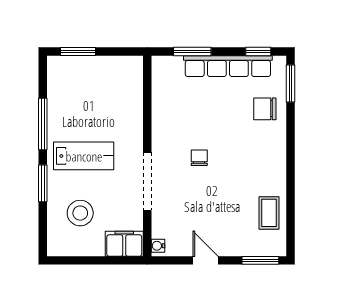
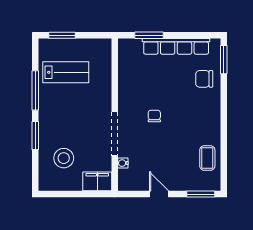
window: (258, 52) -> (199, 35), removed
lab bench: (84, 156) -> (66, 72), moved
water cooler: (158, 246) -> (123, 163), moved

